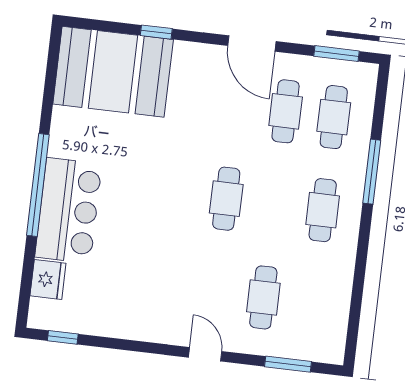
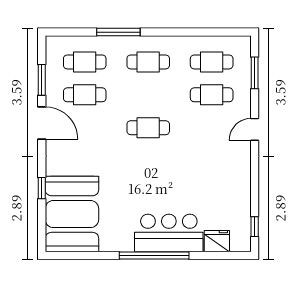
door: (252, 44) -> (42, 123), hinge flipped
window: (337, 54) -> (42, 80), moved
cafe table: (312, 303) -> (212, 62), added

